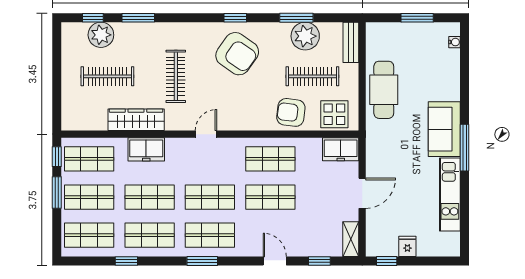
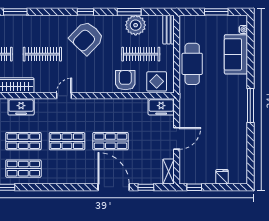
armchair: (237, 54) -> (87, 38), turned 99
clothes rail: (176, 76) -> (42, 54), turned 90
armchair: (291, 112) -> (125, 80), turned 83
sofa: (444, 129) -> (236, 54), moved
shop shelf: (270, 159) -> (110, 114), removed
kitchen unit: (450, 195) -> (240, 139), removed
shop shelf: (210, 235) -> (67, 169), removed
fridge: (407, 246) -> (222, 177), moved
window: (202, 261) -> (61, 187), removed
door: (275, 261) -> (114, 187), width x1.88

